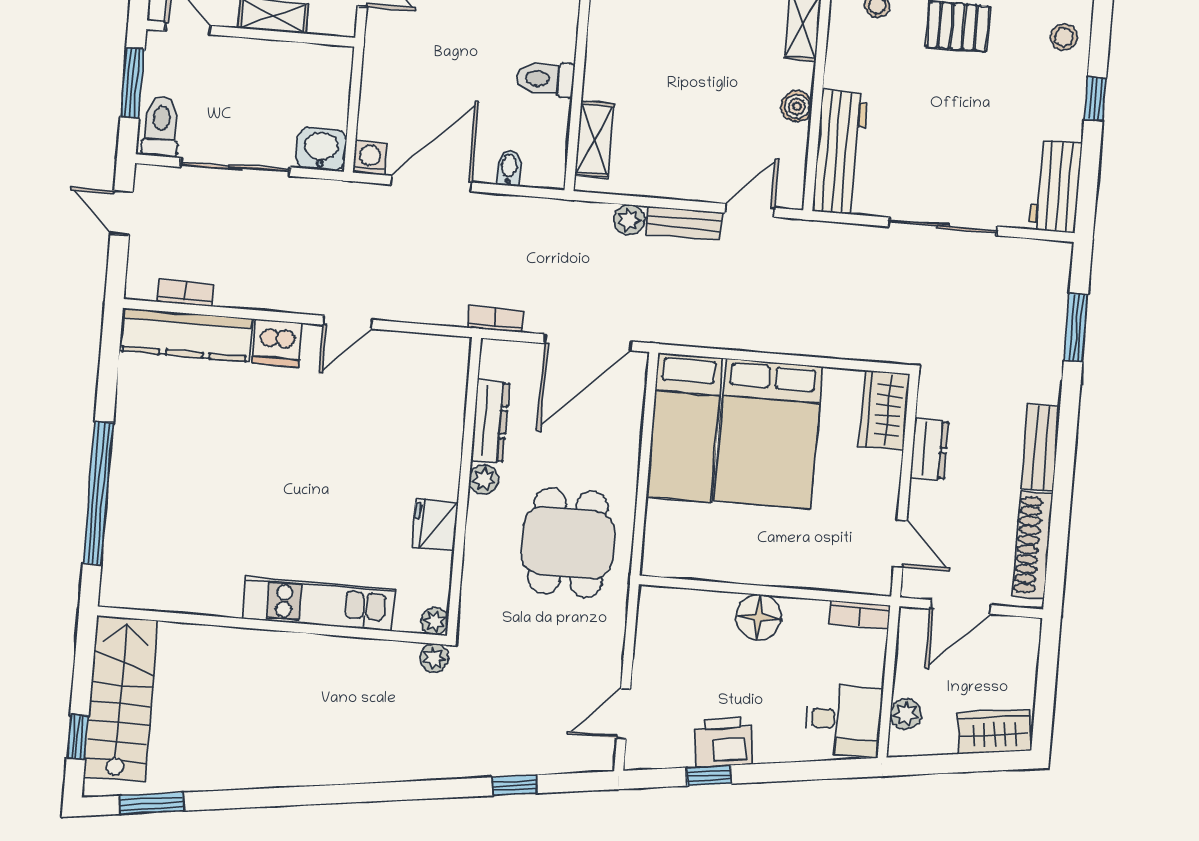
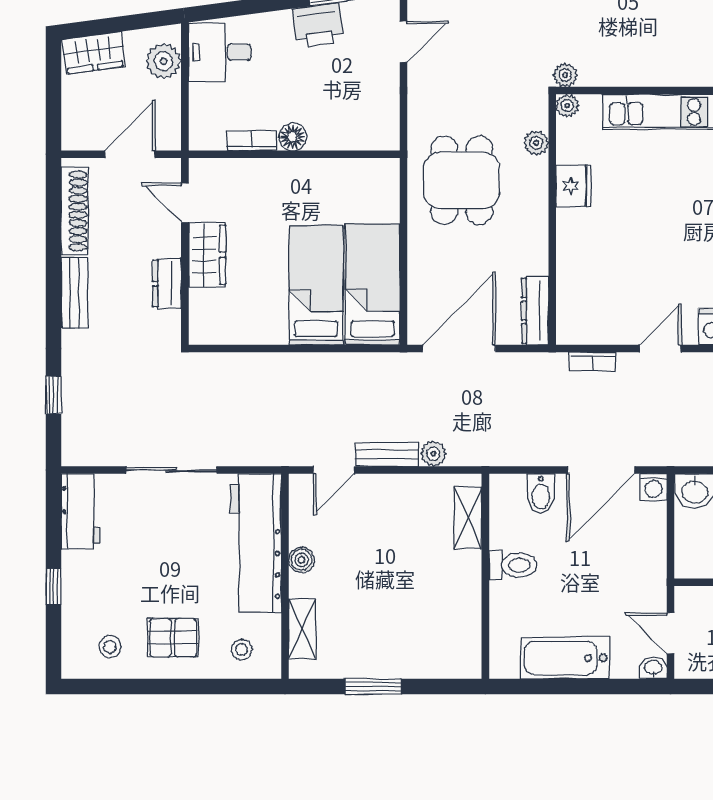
stool: (1064, 37) -> (110, 647), moved
workbench: (840, 152) -> (256, 543), width x1.36, depth x1.32
bidet: (509, 168) -> (541, 494), width x1.38, depth x1.36
bookcase: (496, 319) -> (593, 362), moved
window: (1076, 328) -> (53, 395), width x0.67
wardrobe: (885, 410) -> (207, 255), moved
dresser: (490, 421) -> (535, 311), moved
bed: (768, 434) -> (316, 285), width x0.67
plant: (484, 480) -> (536, 143), moved
bookcase: (860, 615) -> (251, 141), moved
floor lamp: (758, 617) -> (293, 137), width x0.73, depth x0.73
plant: (906, 714) -> (164, 61), width x1.38, depth x1.38

